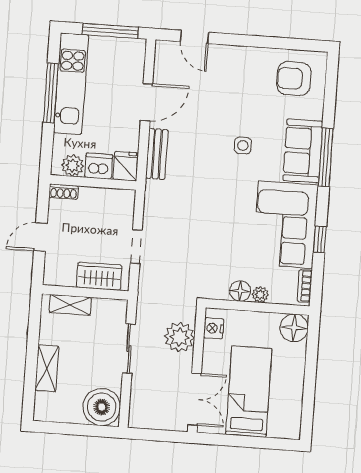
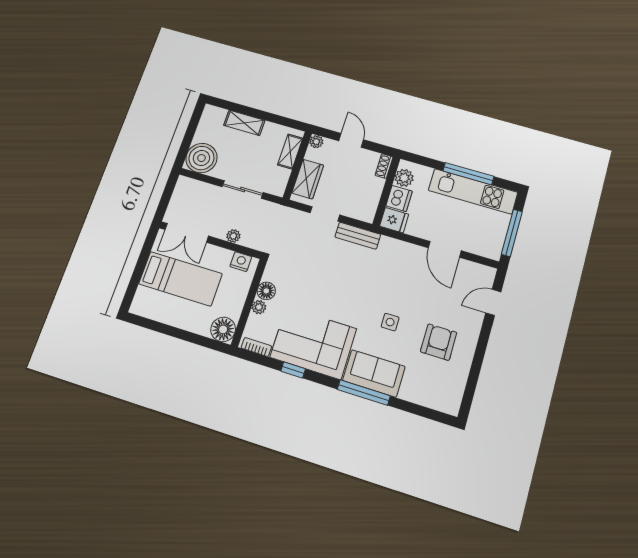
armchair: (294, 79) -> (439, 342), moved
bench: (157, 154) -> (358, 236), moved
plant: (51, 277) -> (316, 142), added
plant: (179, 337) -> (233, 236), width x0.53, depth x0.53

